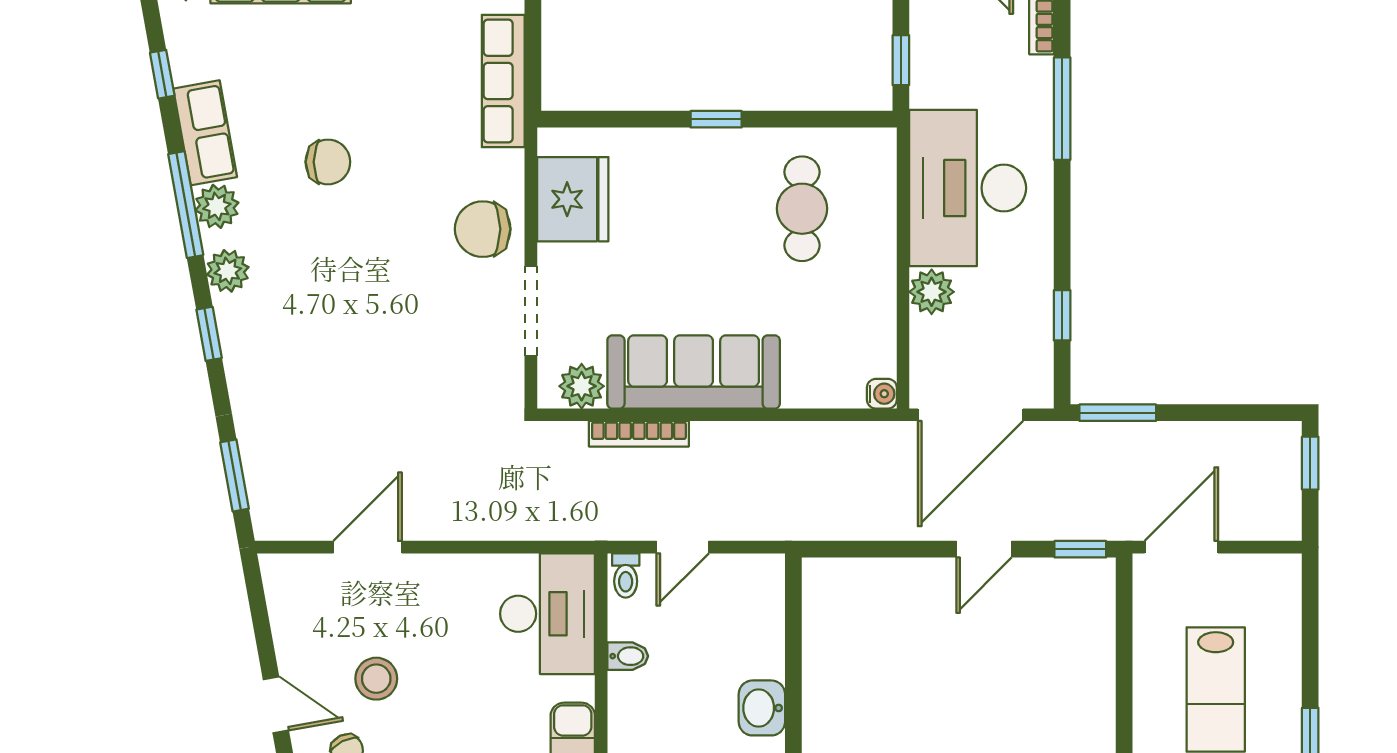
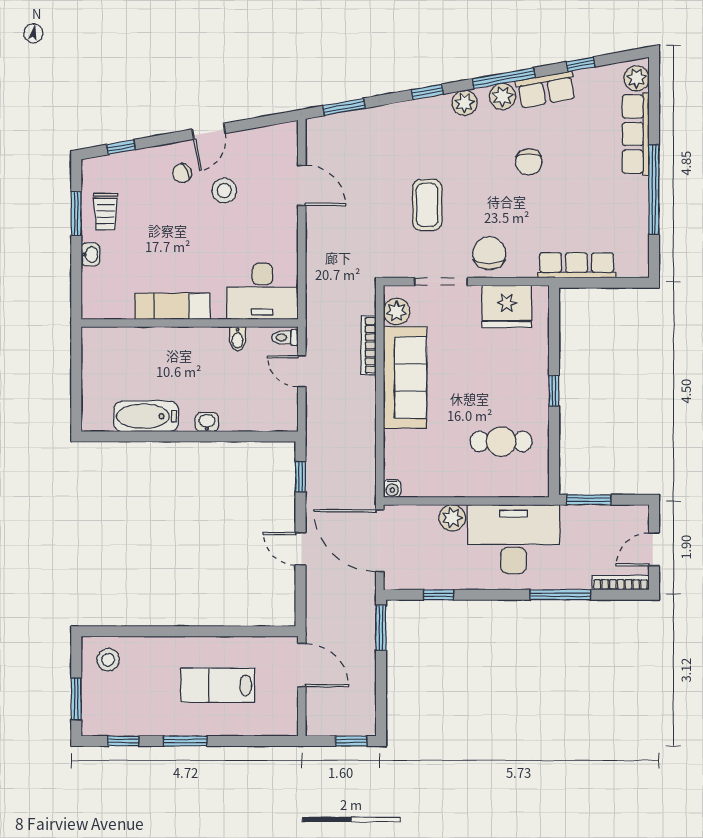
window: (901, 60) -> (589, 500), width x1.50
coffee table: (401, 334) -> (427, 205), added
window: (1080, 549) -> (301, 477), moved
washbasin: (762, 708) -> (207, 422), width x0.72, depth x0.69

